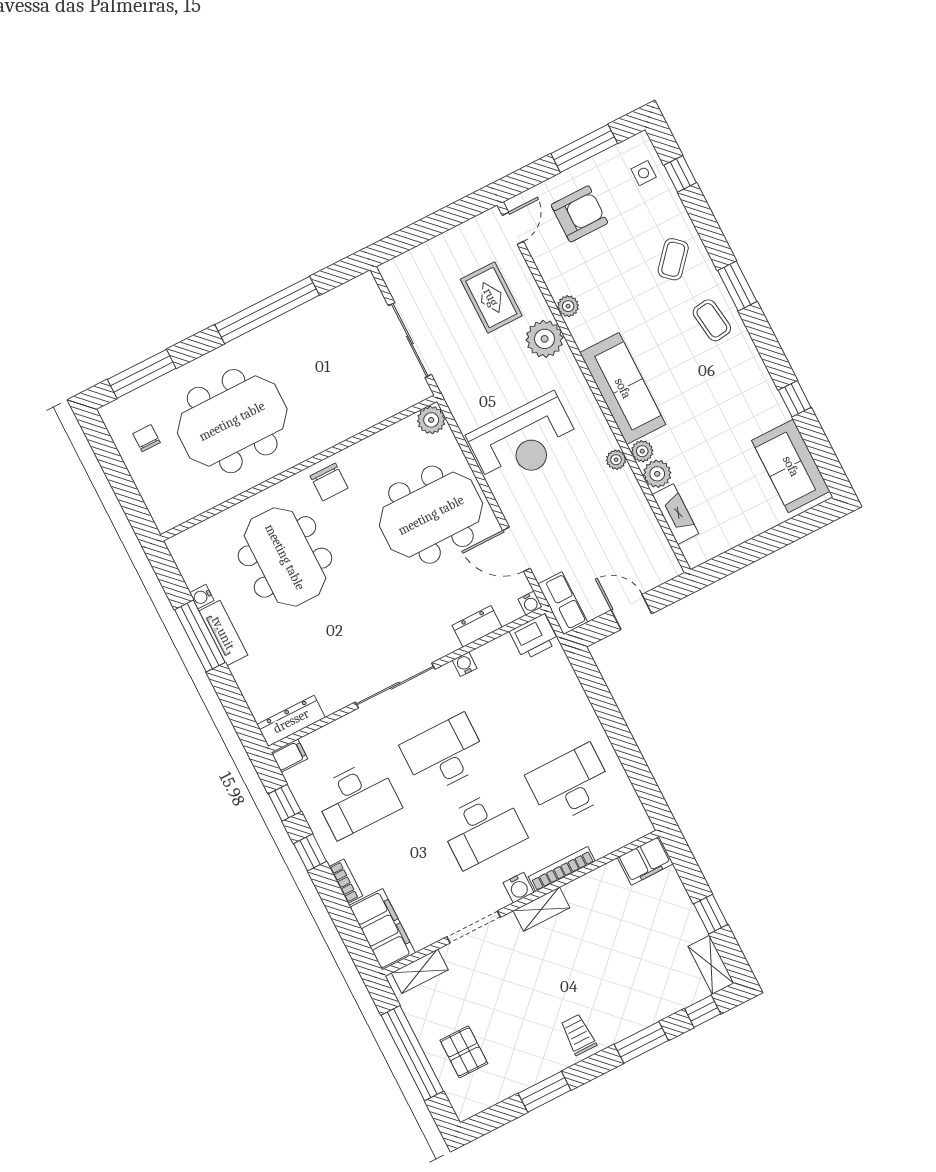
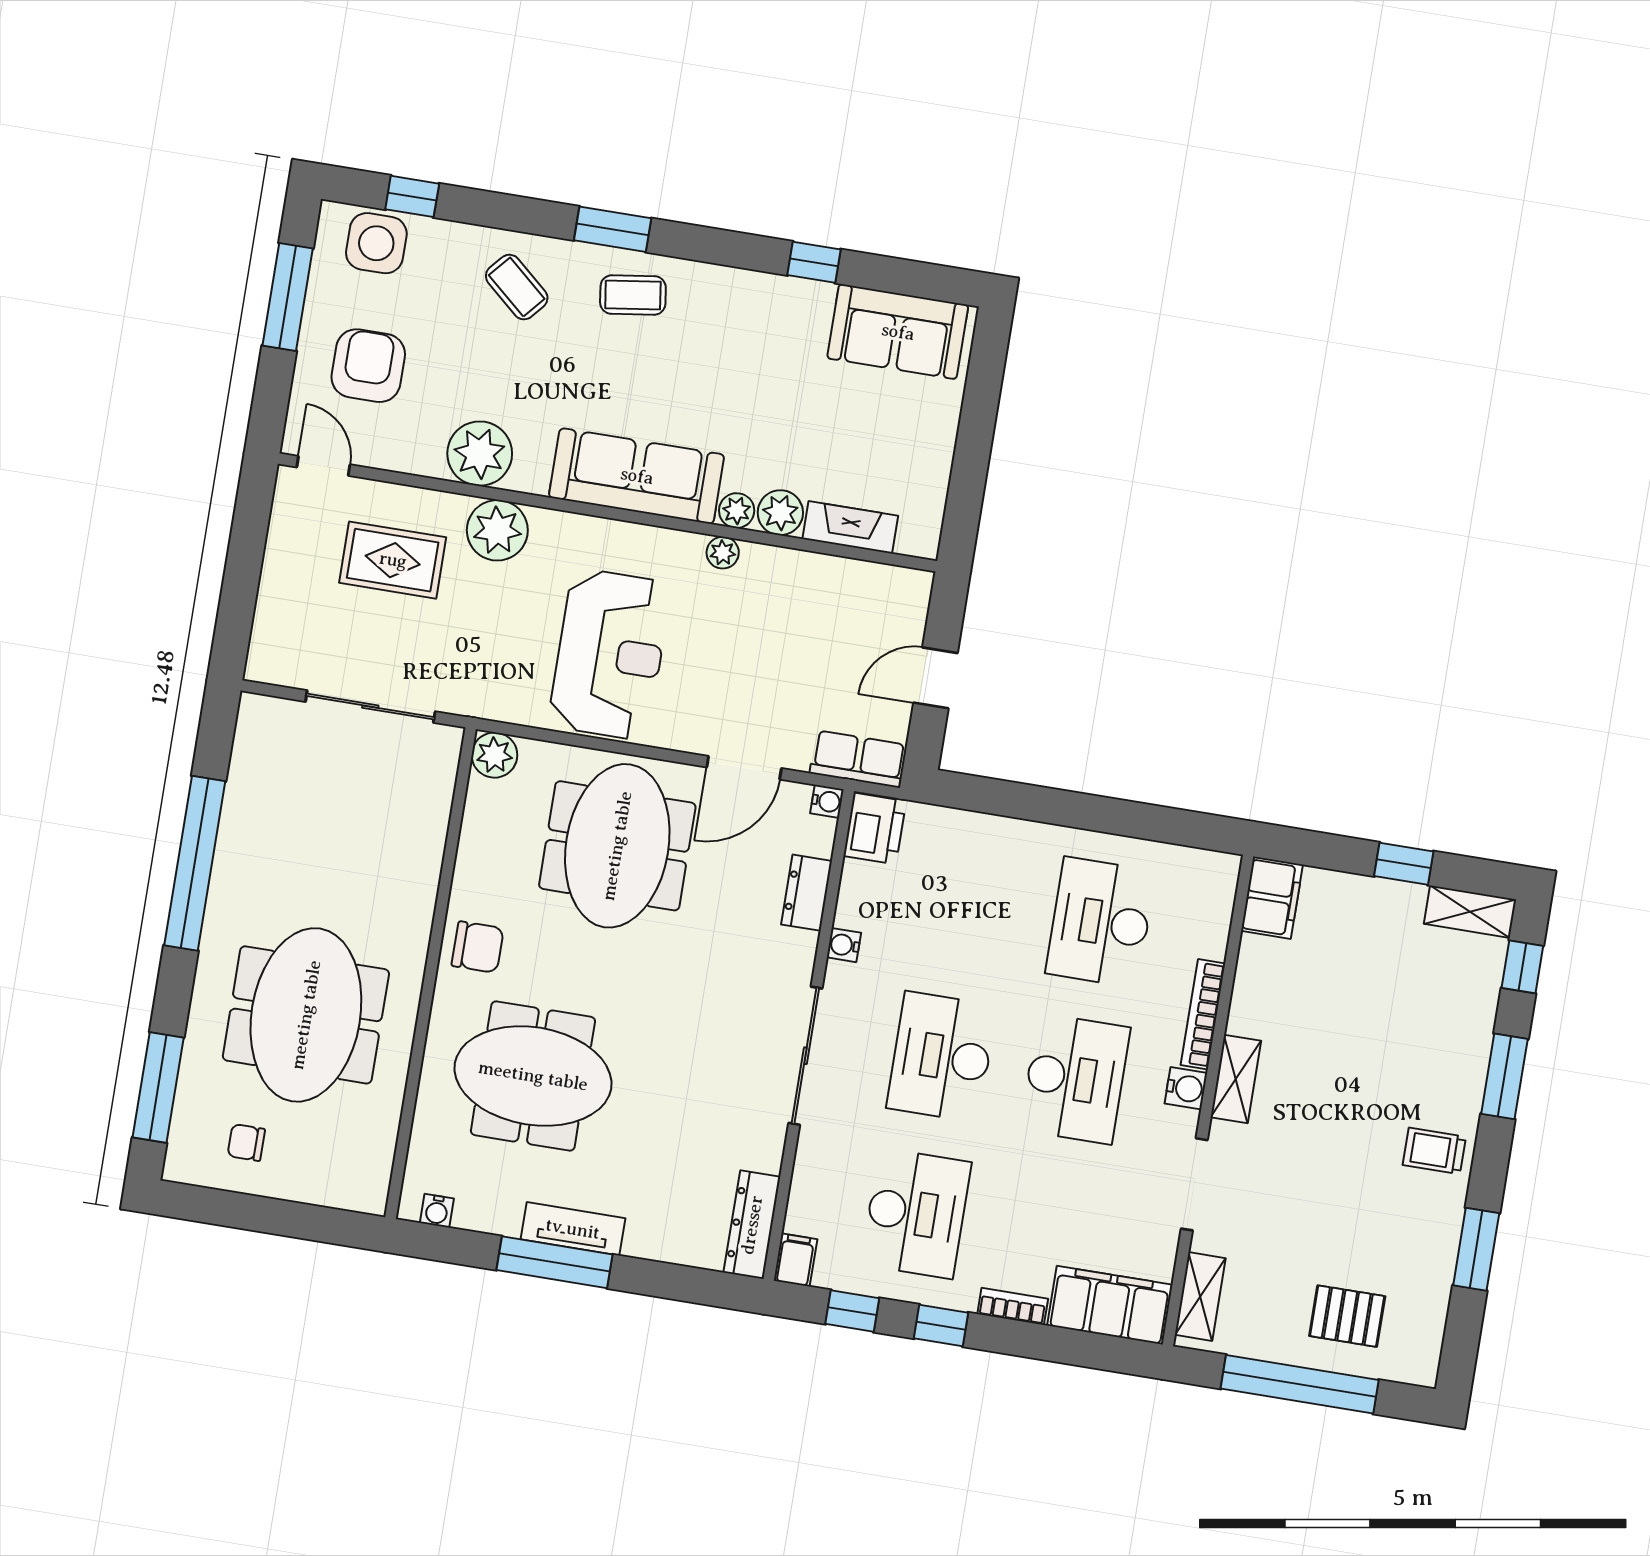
side table: (644, 173) -> (376, 243), width x1.87, depth x1.87
plant: (568, 306) -> (480, 454), width x1.88, depth x1.88
water cooler: (202, 597) -> (437, 1211), moved

